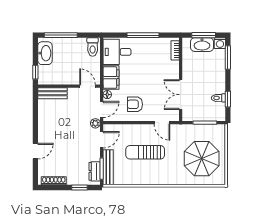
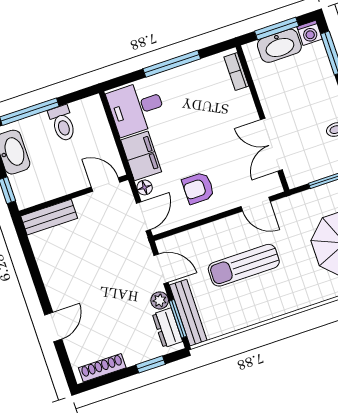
toilet: (93, 47) -> (62, 123), moved
plant: (95, 123) -> (160, 300), moved
door: (102, 140) -> (161, 269), hinge flipped

